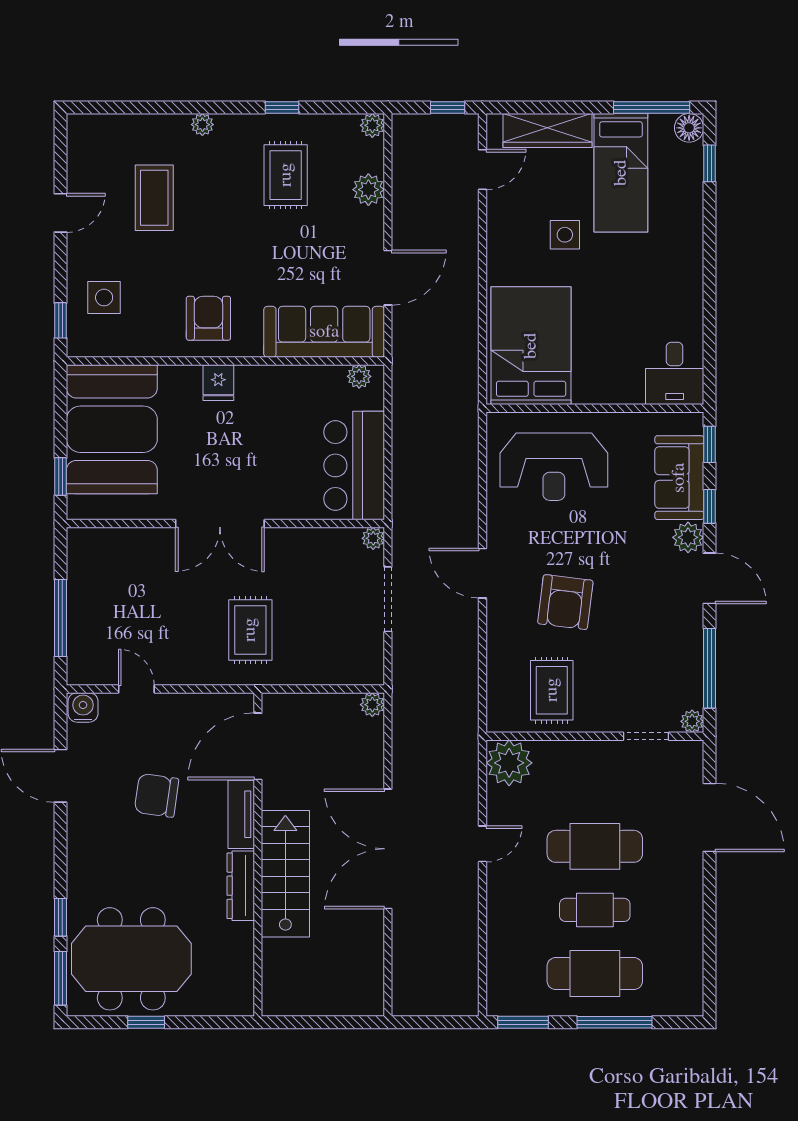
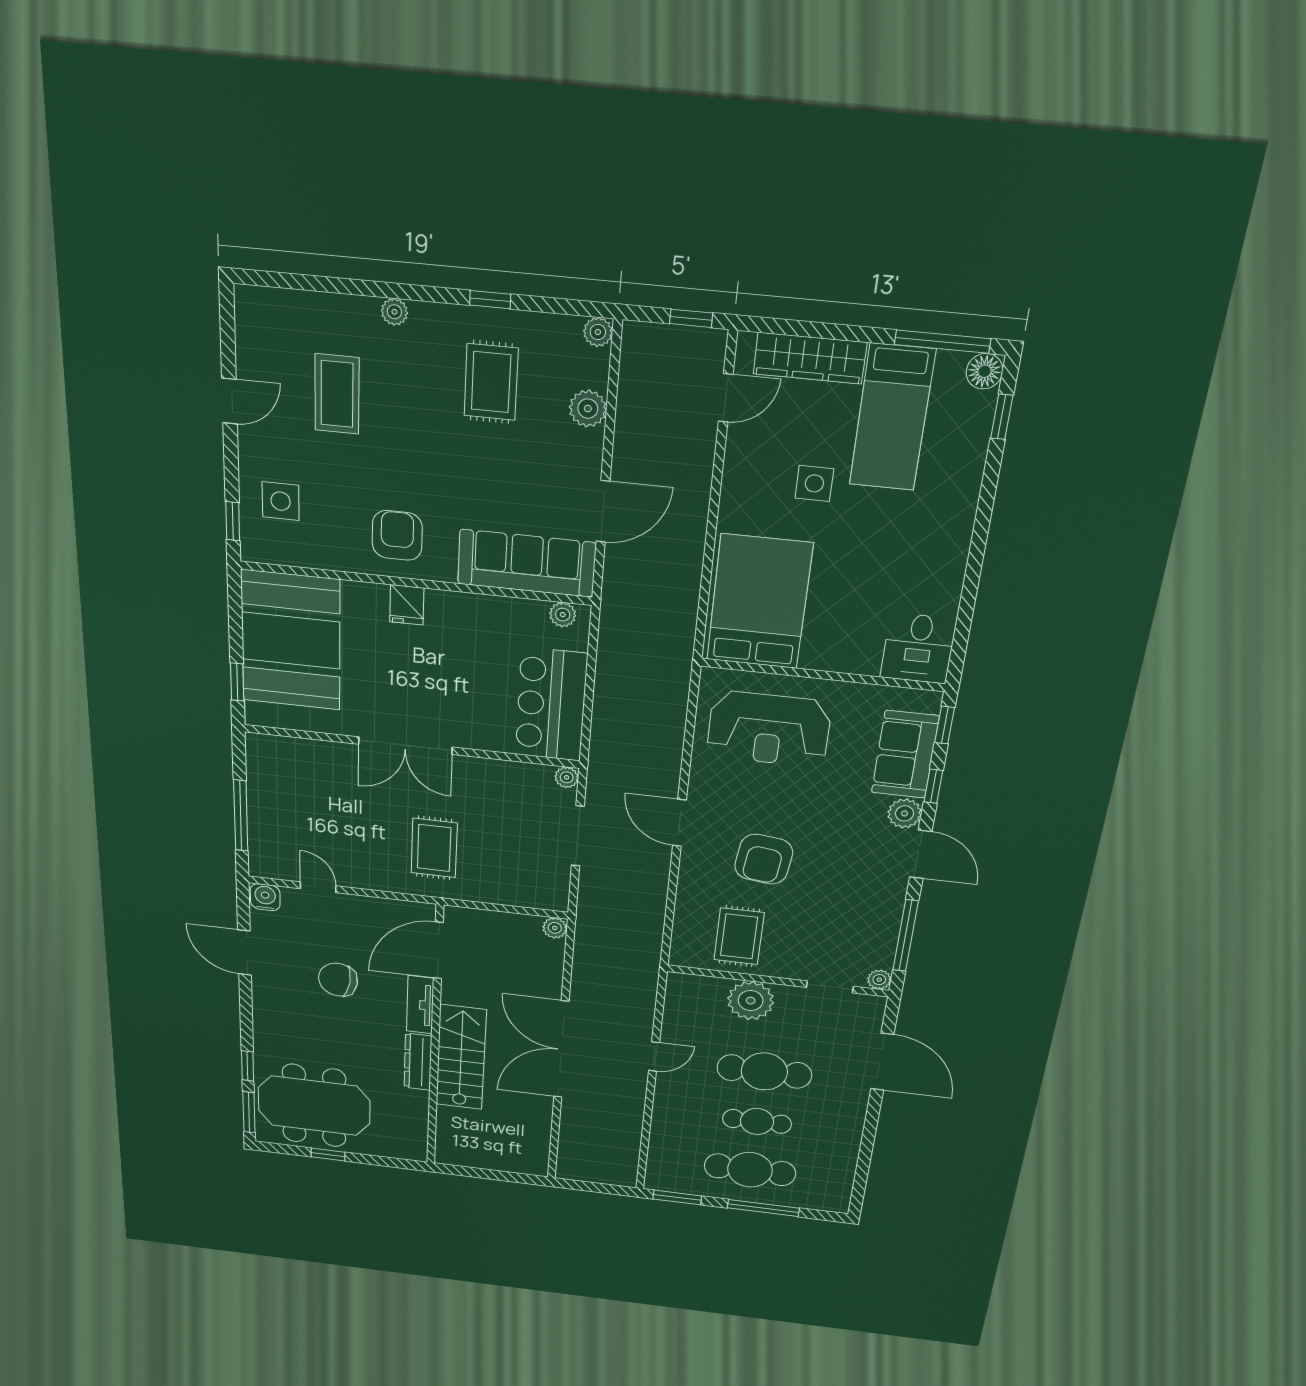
plant: (509, 763) -> (751, 1001), moved

